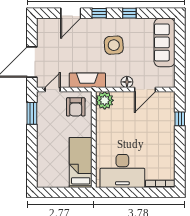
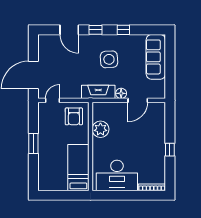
door: (71, 13) -> (69, 30), hinge flipped
fireplace: (87, 80) -> (98, 92), moved
plant: (105, 100) -> (100, 129), moved
window: (32, 113) -> (33, 144), moved
window: (180, 119) -> (170, 150), moved

